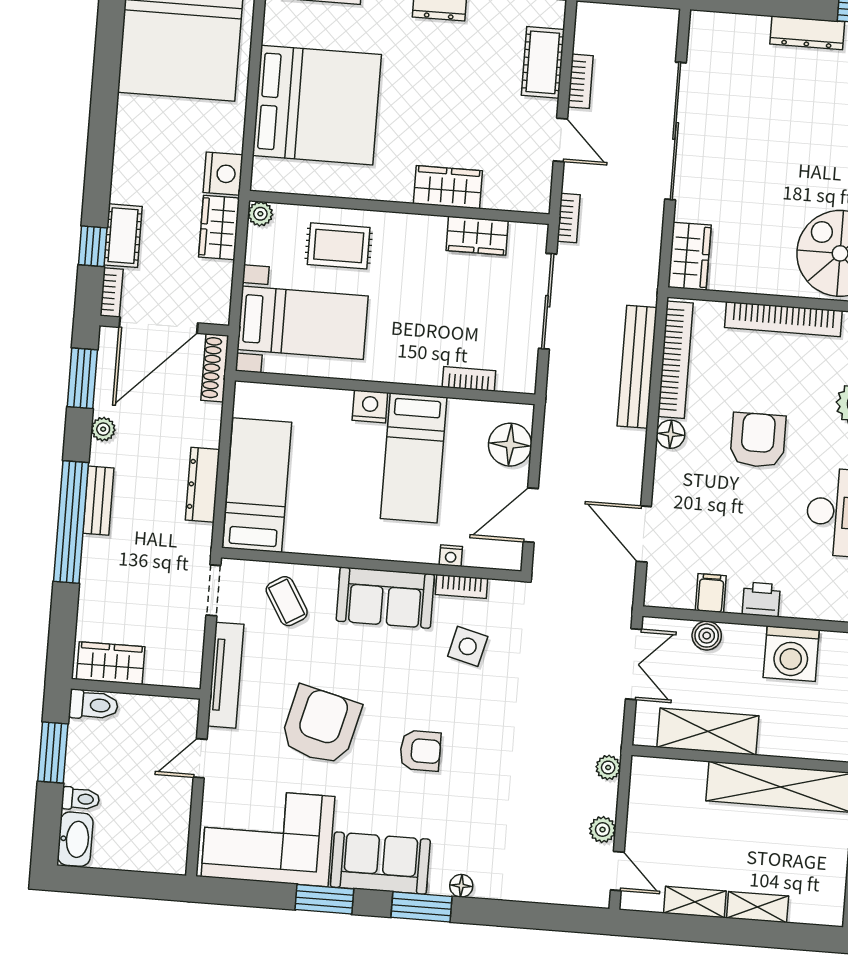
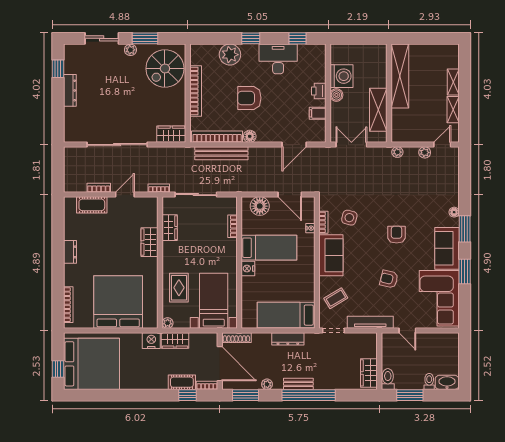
boiler: (707, 636) -> (336, 95), moved
armchair: (321, 725) -> (389, 279), width x0.53, depth x0.53

